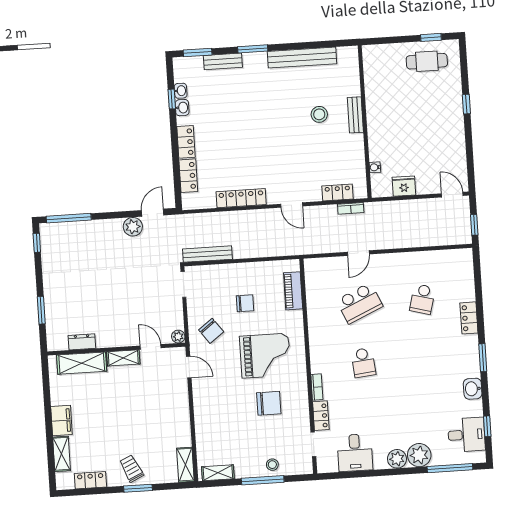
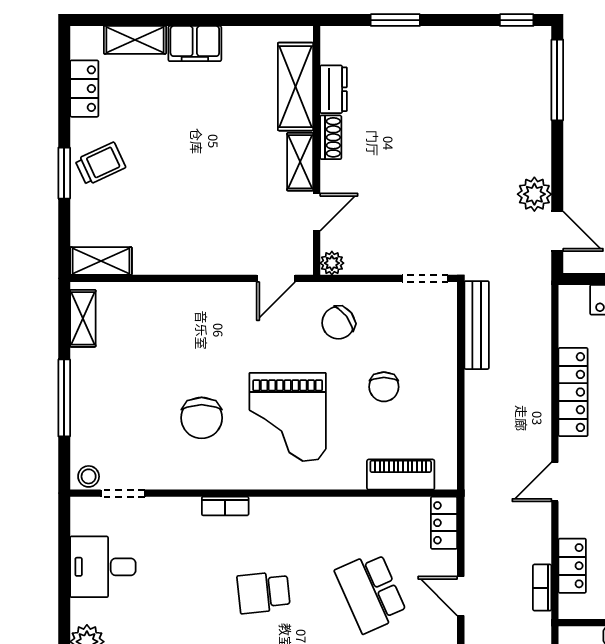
shoe rack: (109, 342) -> (331, 137), added
locker: (321, 416) -> (444, 523), moved, turned 90
stool: (272, 465) -> (89, 476), moved

